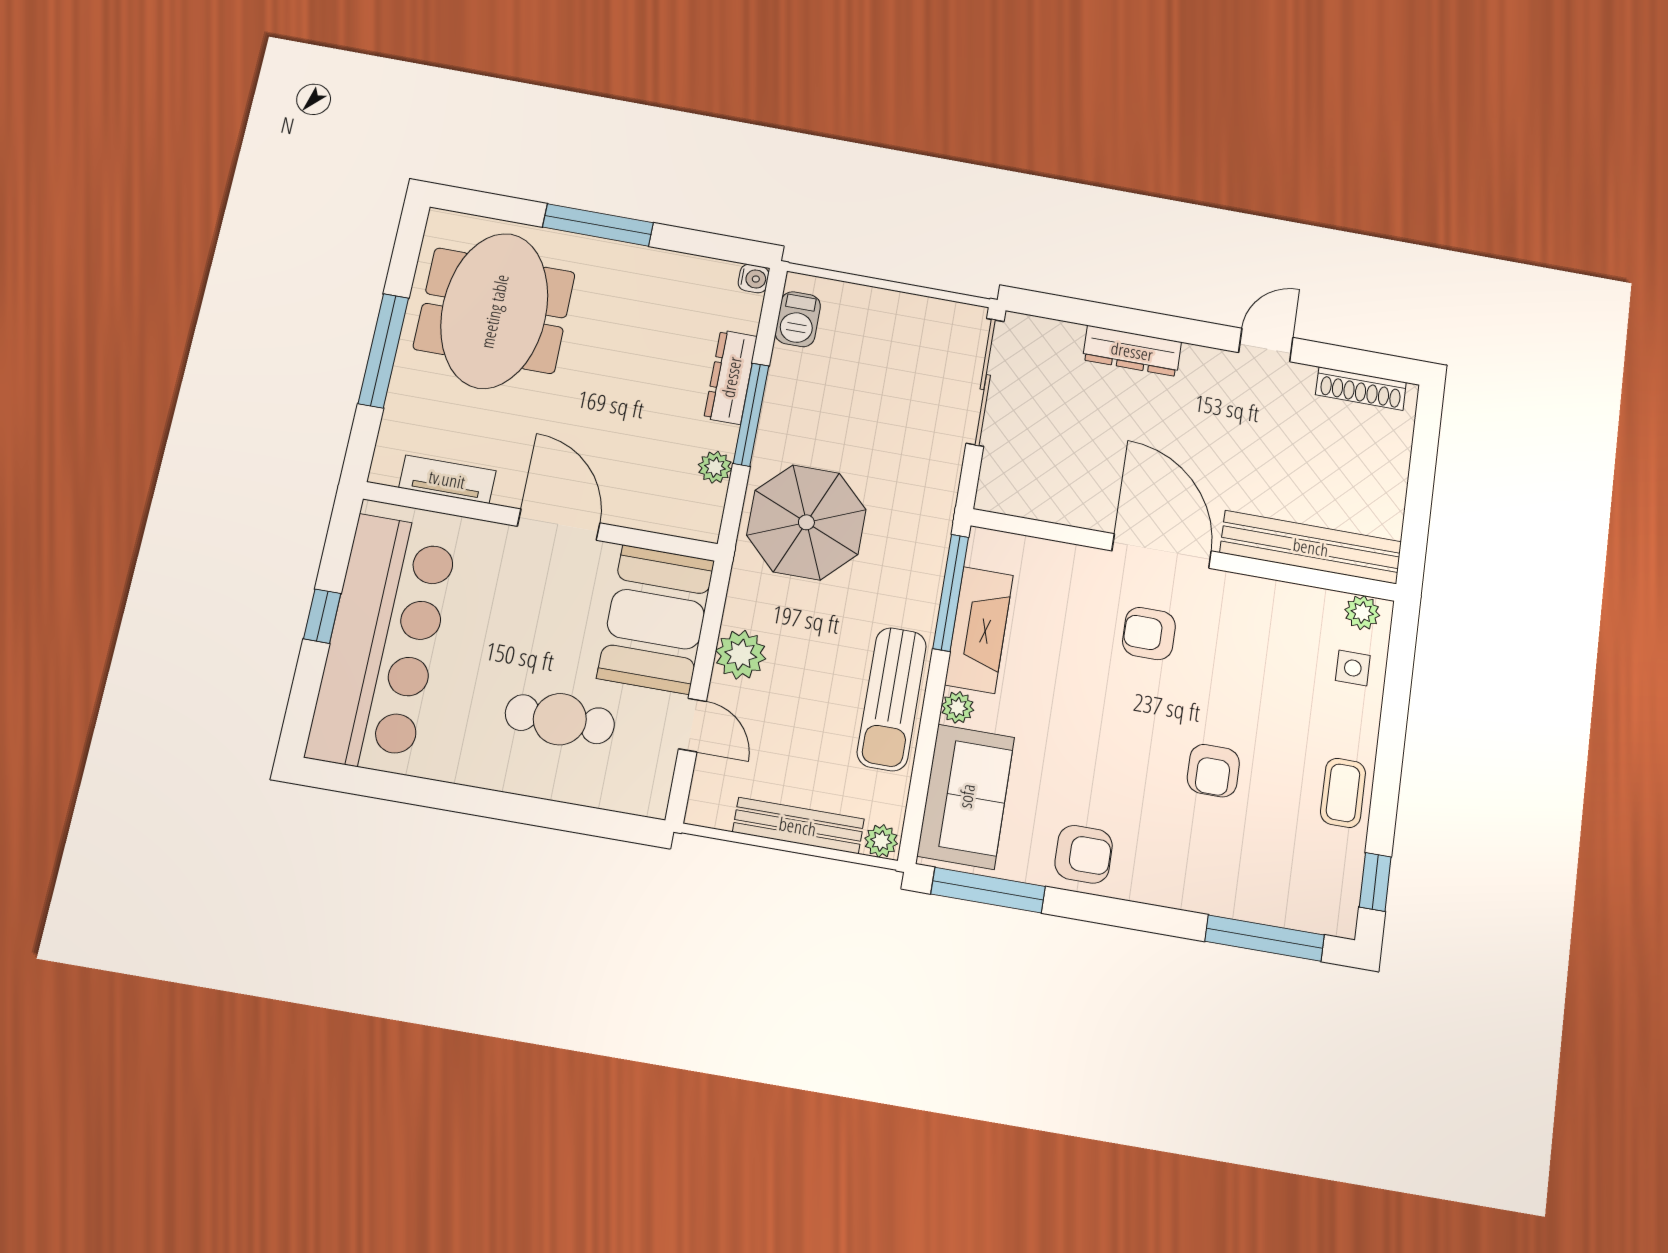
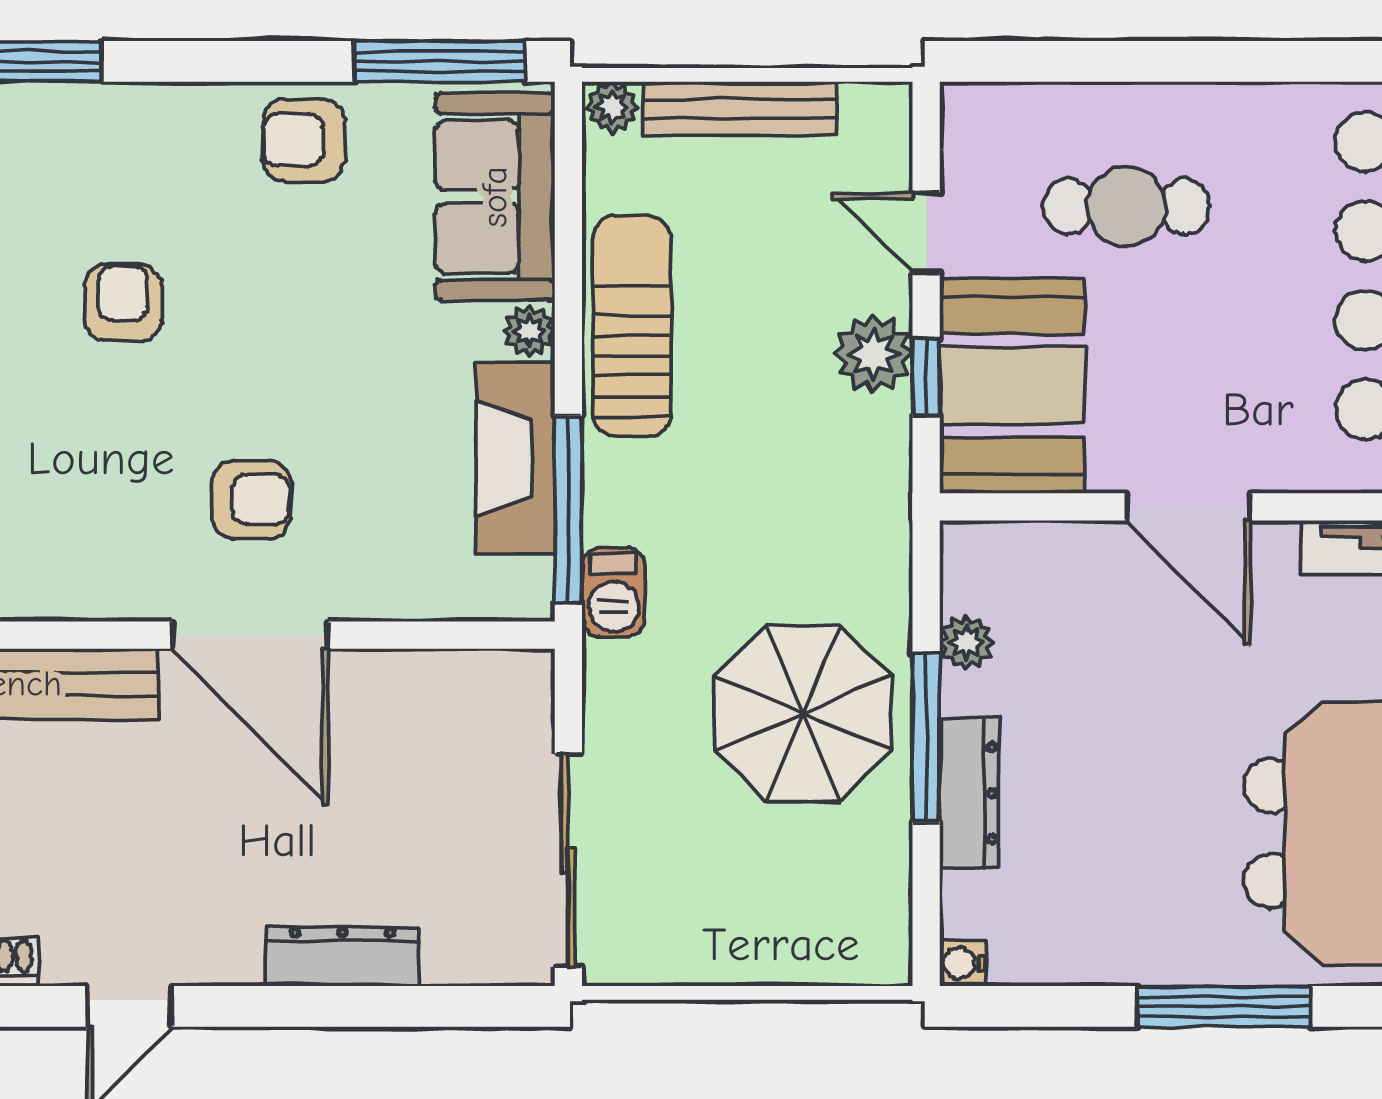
barbecue: (798, 319) -> (614, 592), moved, turned 180
parasol: (806, 522) -> (803, 713), moved
window: (710, 634) -> (926, 377), added

